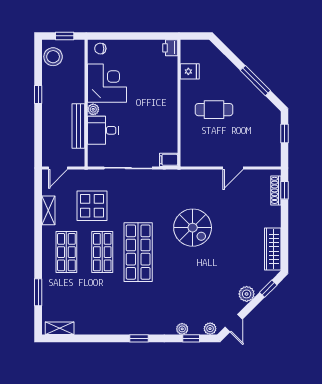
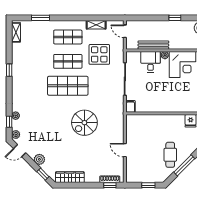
cafe table: (214, 110) -> (170, 155), moved
window: (139, 338) -> (9, 70), moved

